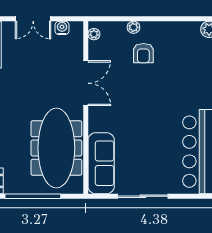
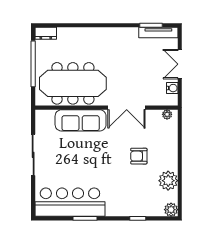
plant: (133, 27) -> (168, 181), moved, width x1.88, depth x1.88
armchair: (143, 53) -> (139, 156), moved
sofa: (101, 163) -> (81, 120), moved

